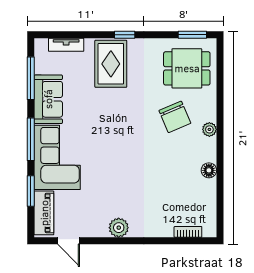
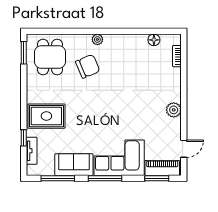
window: (125, 35) -> (24, 138), moved
floor lamp: (209, 170) -> (154, 40), moved
window: (31, 191) -> (157, 178), moved

